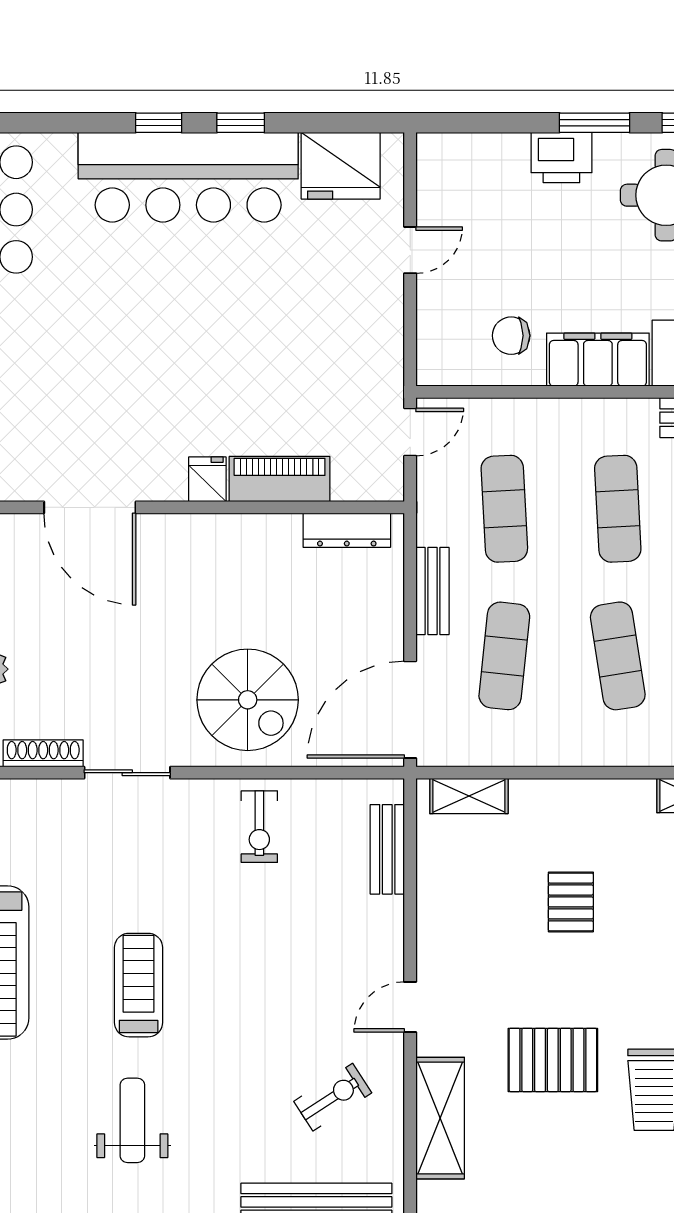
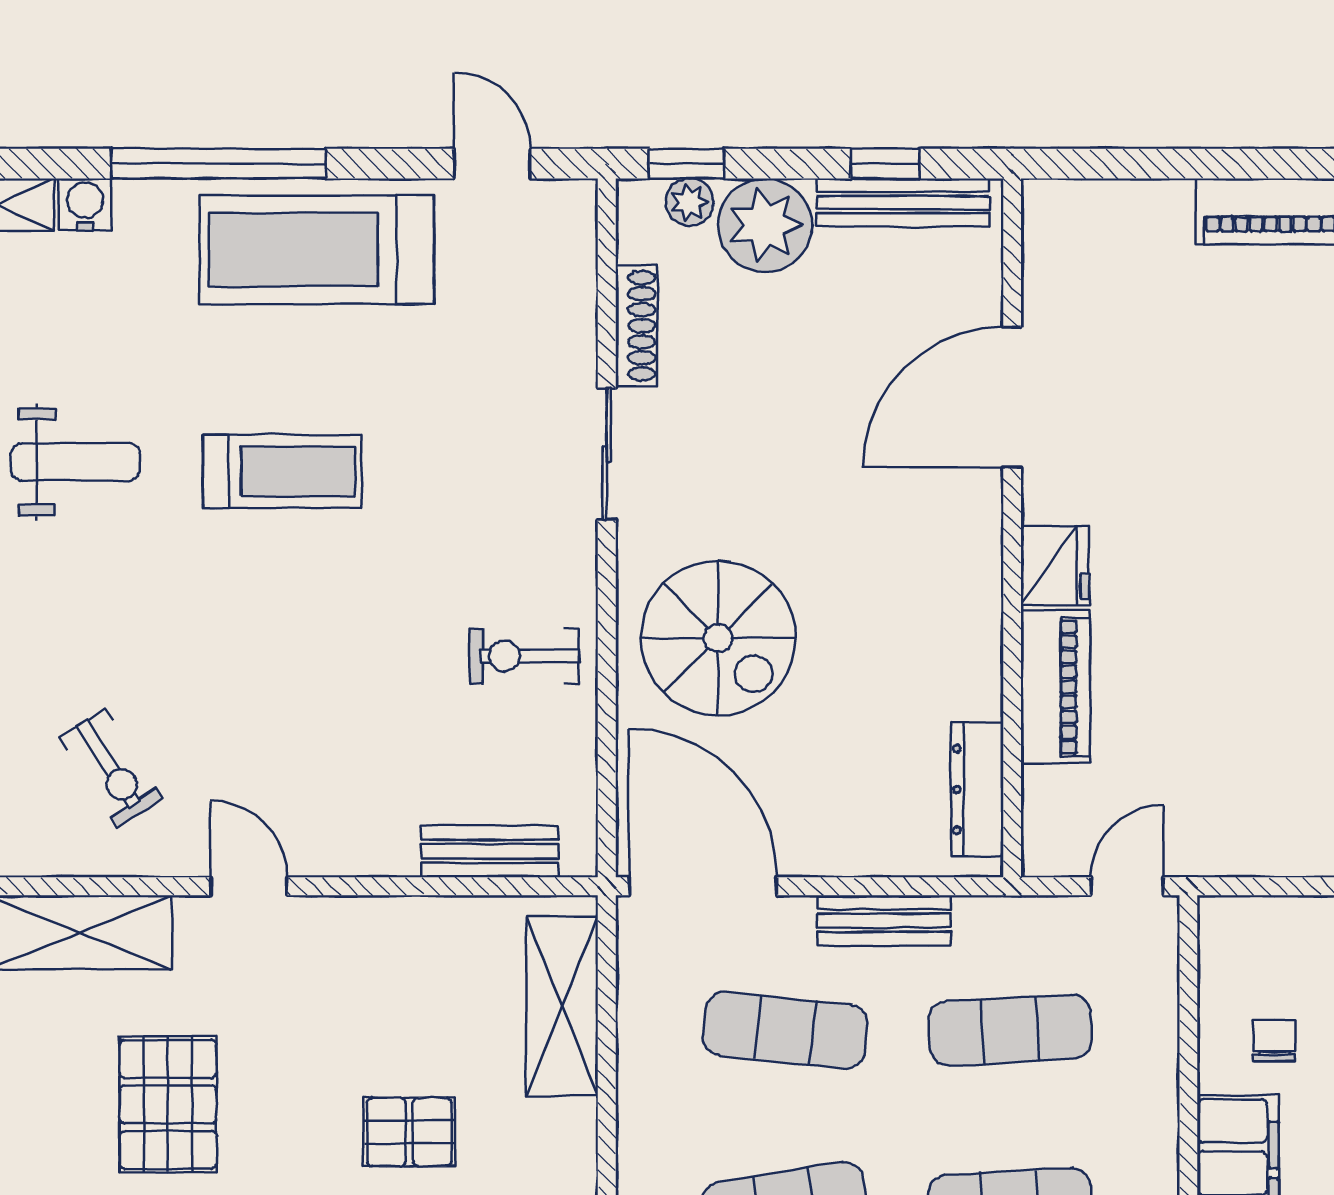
chair: (511, 336) -> (1274, 1041), width x0.73, depth x0.73
door: (410, 432) -> (1127, 886), swing flipped
fridge: (207, 479) -> (1055, 566), width x1.38
spiral stairs: (248, 700) -> (718, 638), turned -90
shelving: (469, 796) -> (562, 1006), width x1.50, depth x1.33

